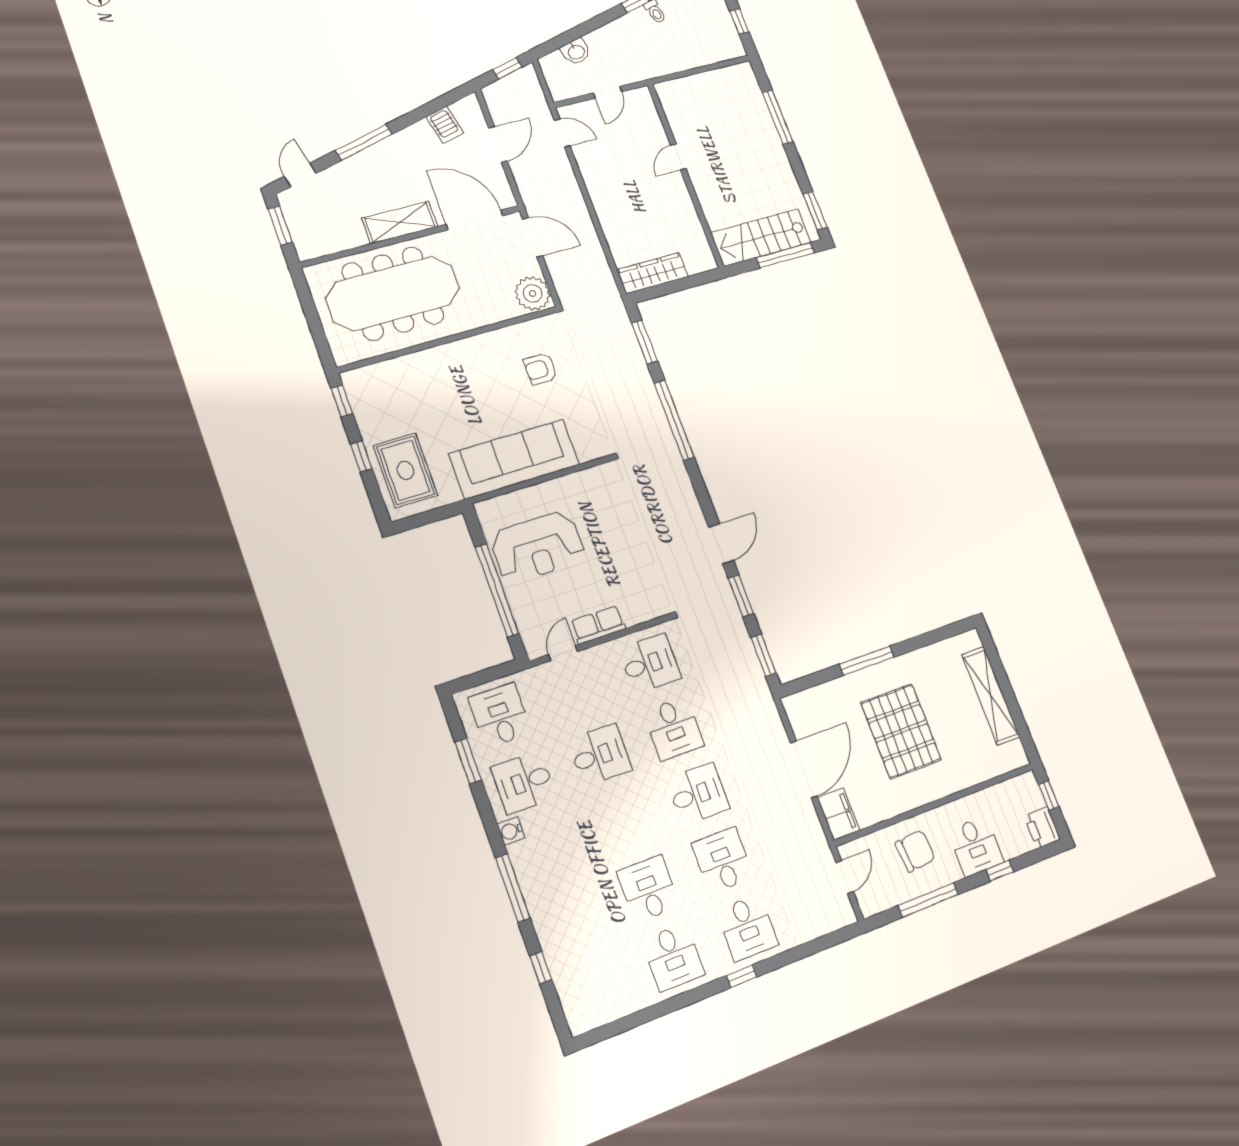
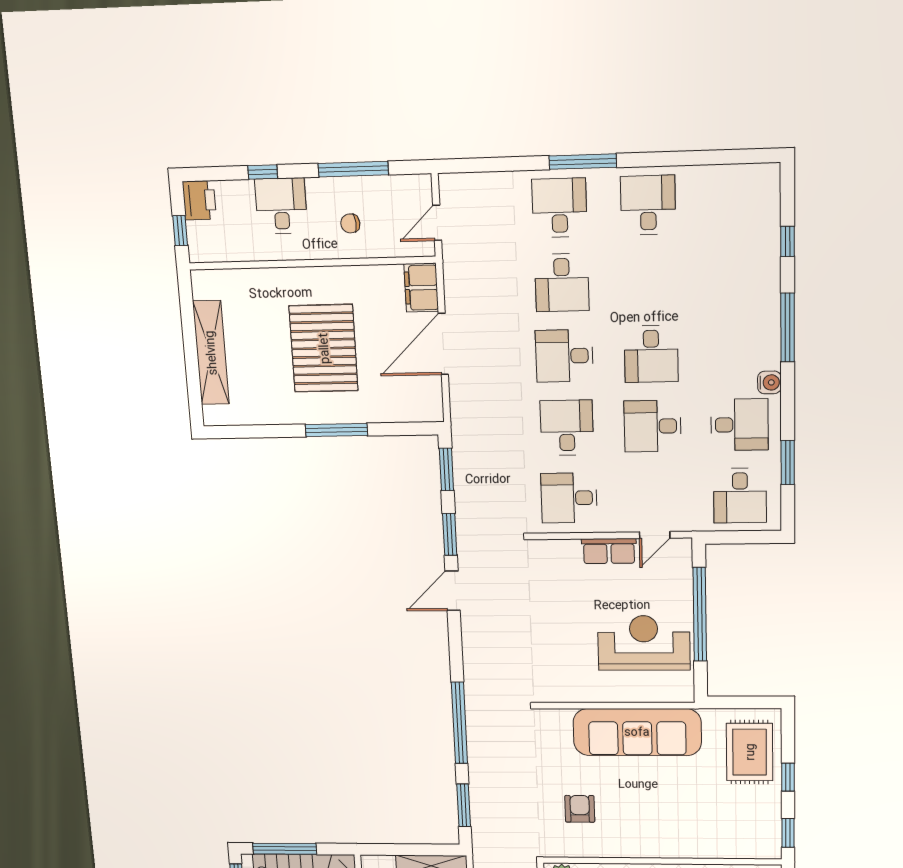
armchair: (541, 369) -> (580, 809), turned -90
chair: (915, 851) -> (350, 223), width x0.54, depth x0.54
desk: (648, 889) -> (651, 354), moved
window: (742, 976) -> (583, 162), width x2.17

